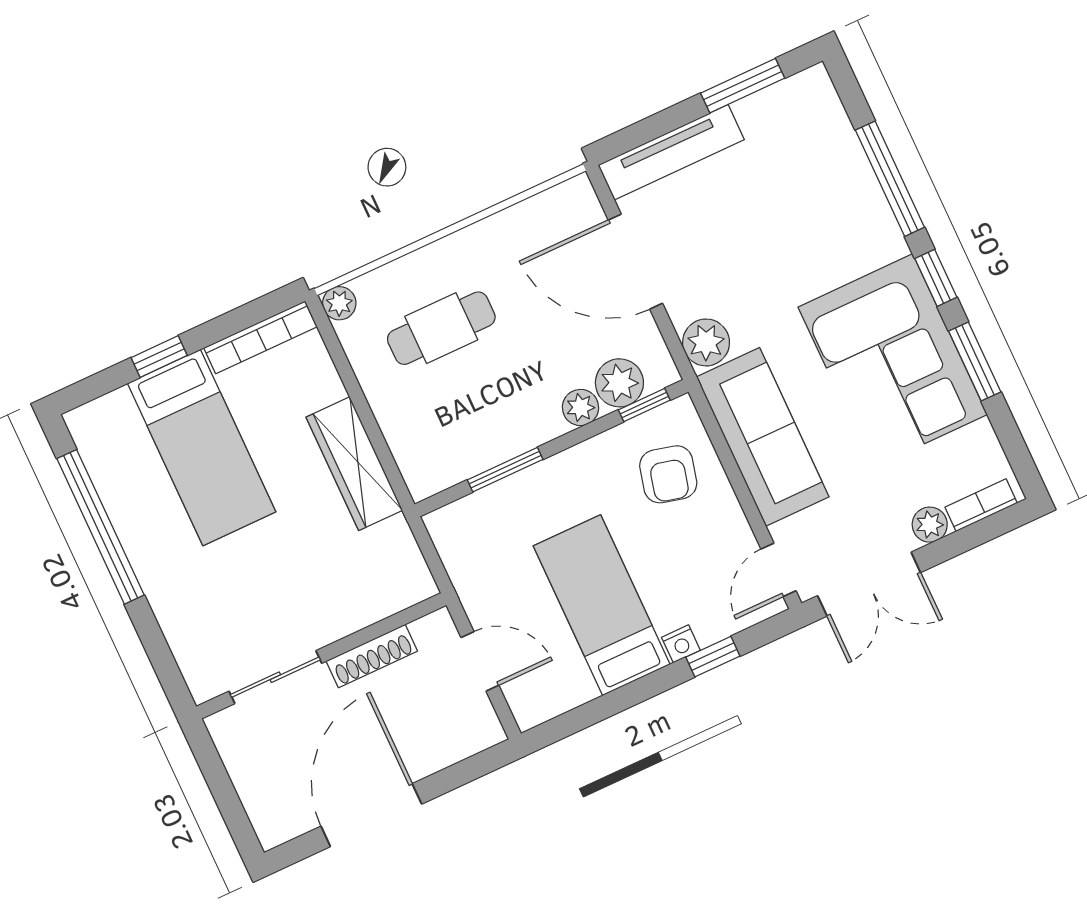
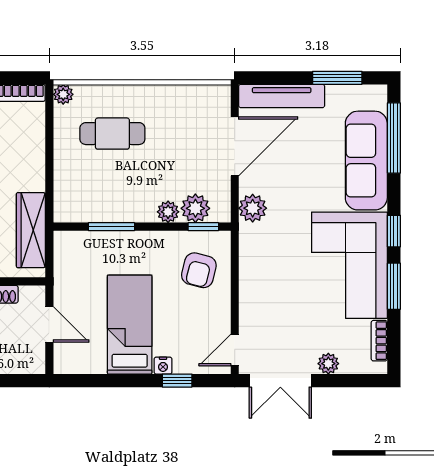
window: (890, 179) -> (394, 138), moved
door: (635, 262) -> (235, 146), swing flipped
sofa: (763, 437) -> (366, 161), moved, turned 180
wardrobe: (354, 464) -> (31, 230), moved
bookcase: (981, 505) -> (379, 341), moved, turned -90

